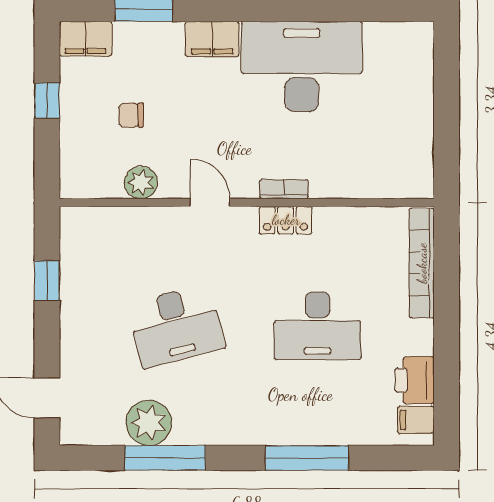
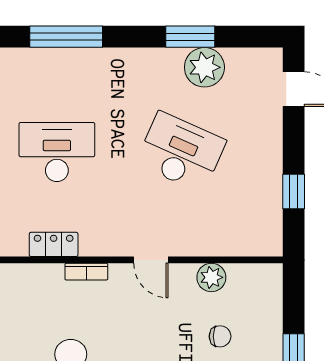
locker: (286, 220) -> (54, 244), moved
desk: (176, 326) -> (181, 152), turned 39
window: (165, 458) -> (190, 37), width x0.69

